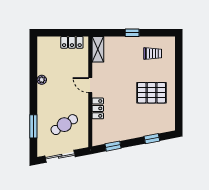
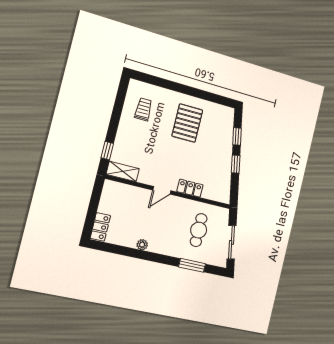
window: (132, 33) -> (107, 151), moved
locker: (72, 42) -> (100, 227), moved
cafe table: (64, 125) -> (199, 230), turned 32
window: (113, 146) -> (236, 164), moved

